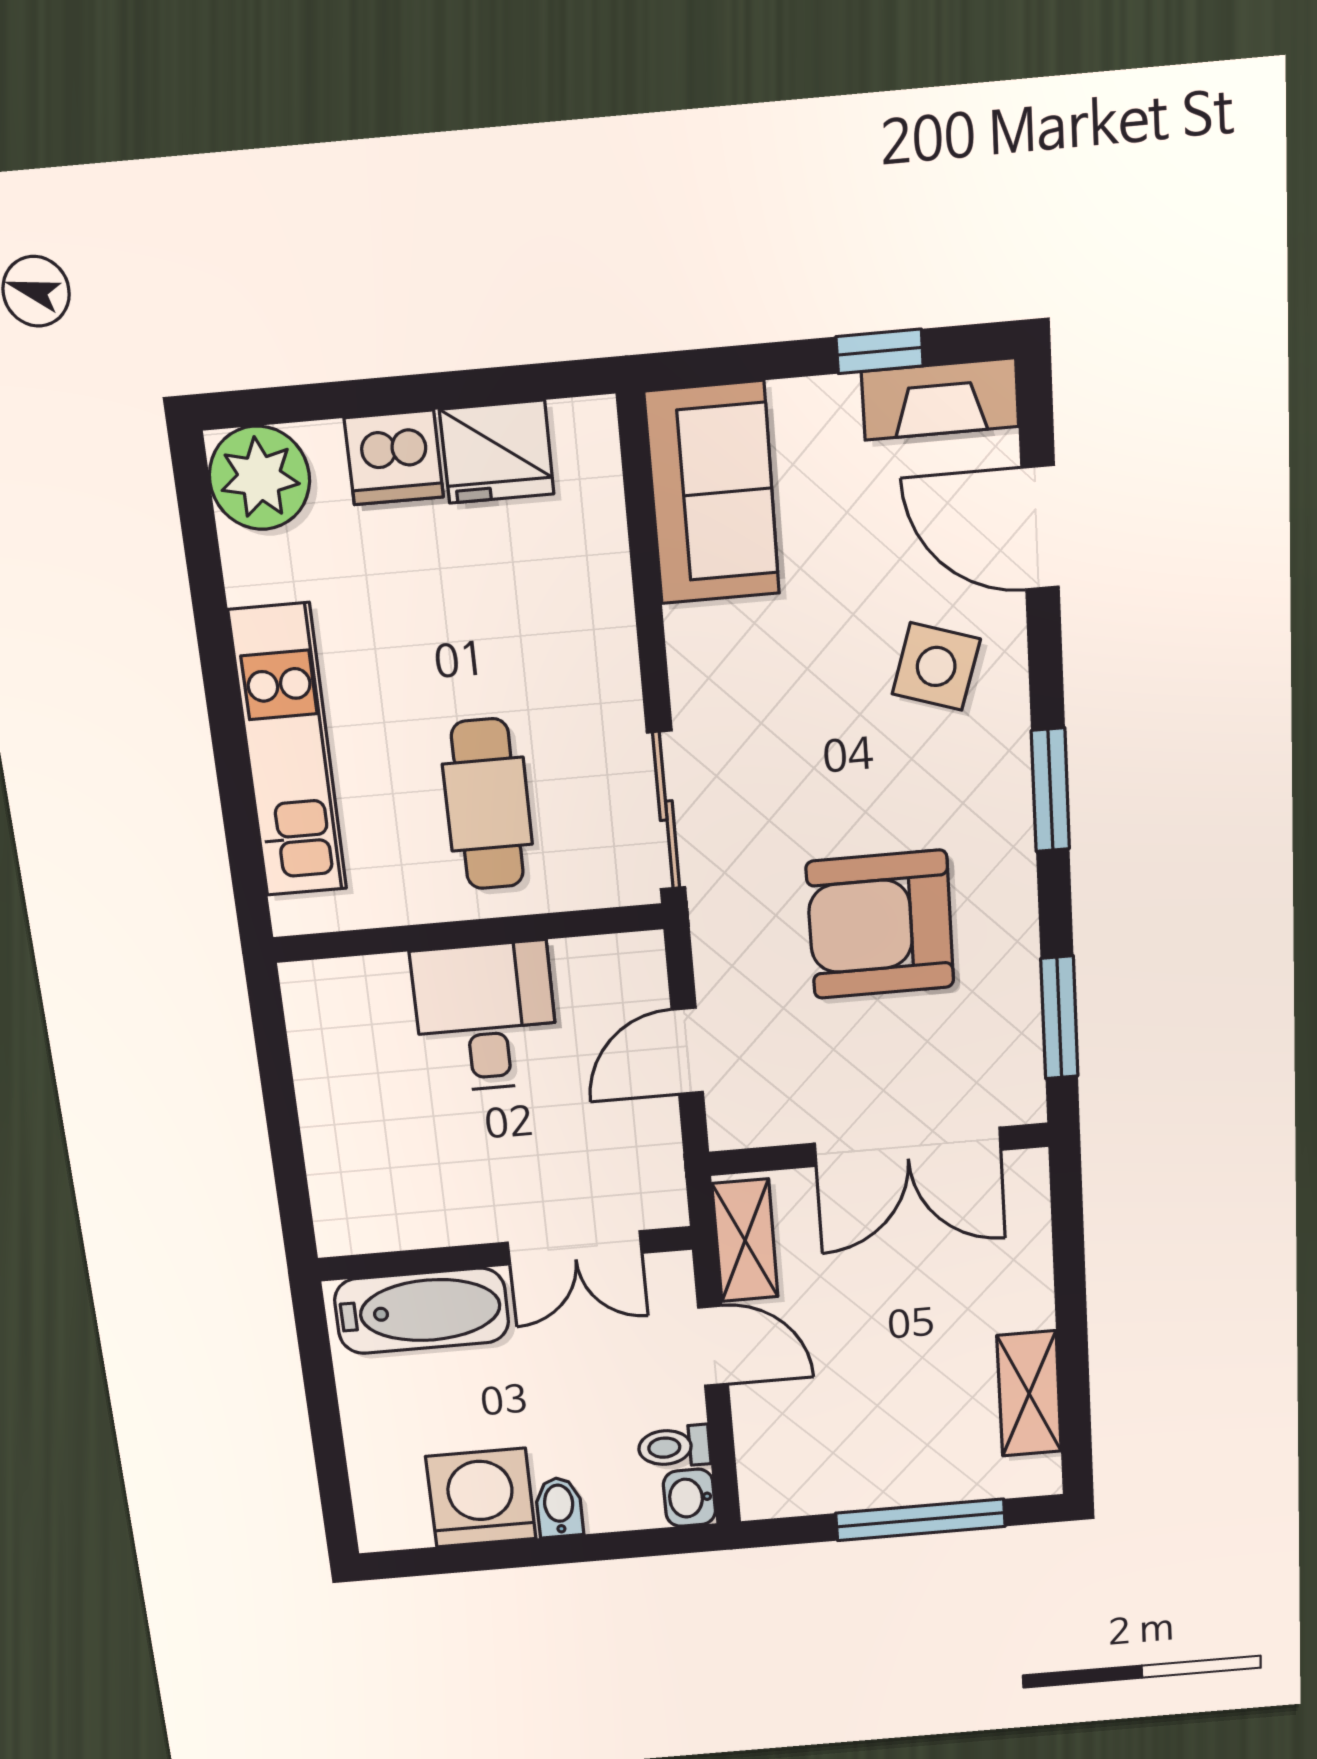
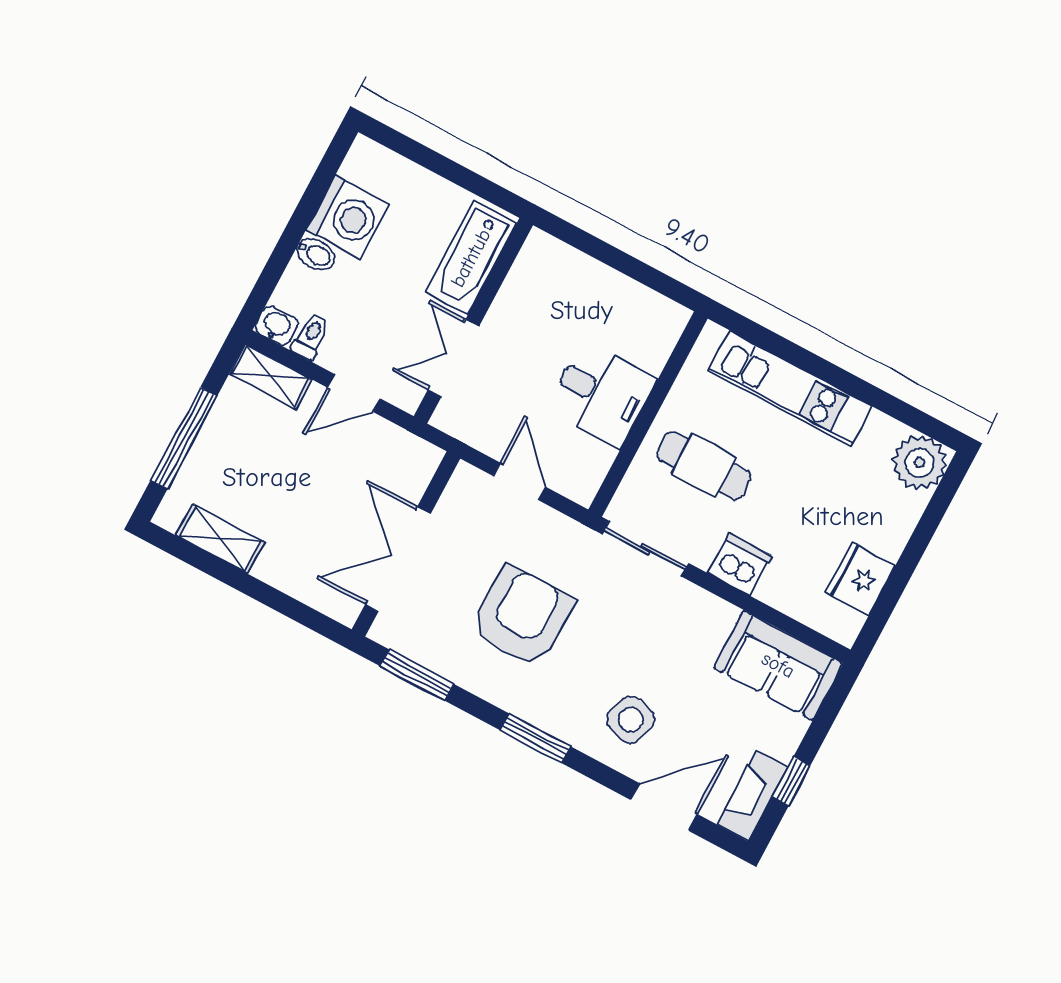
dishwasher: (394, 458) -> (740, 565), moved, turned 90
shelving: (745, 1240) -> (271, 377), moved

